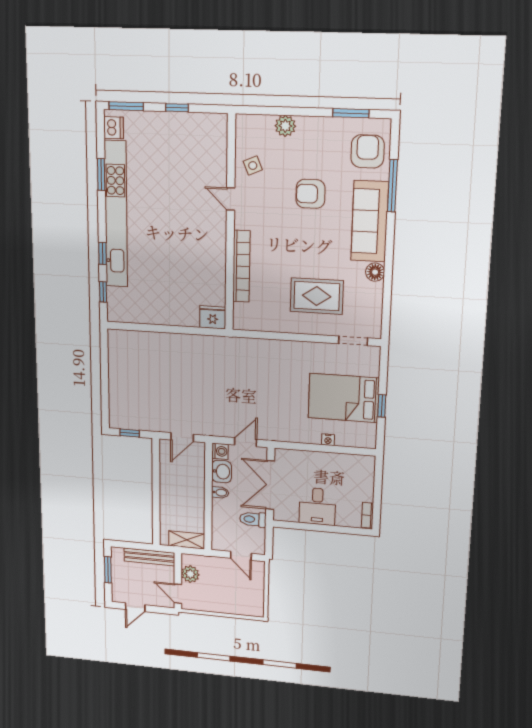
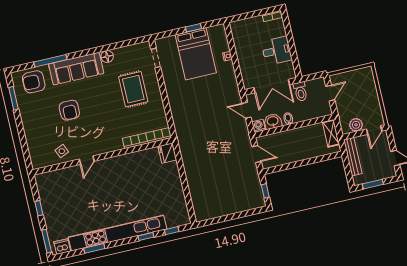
plant: (285, 126) -> (32, 137), removed
bookcase: (241, 266) -> (147, 138), moved

